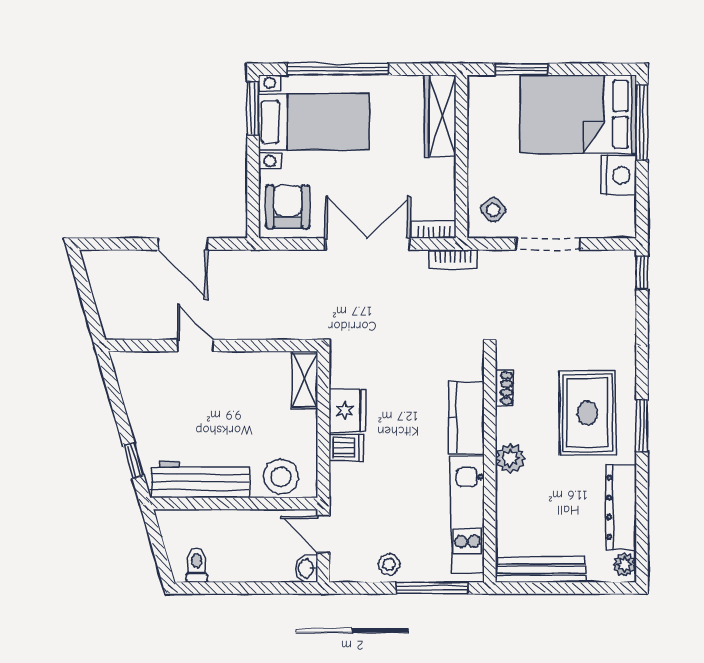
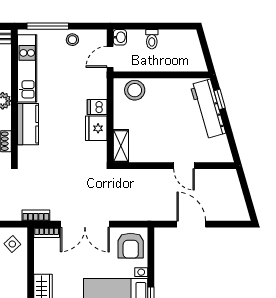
workbench: (200, 479) -> (208, 109), moved, turned 74
door: (323, 534) -> (110, 57), swing flipped
toilet: (197, 565) -> (152, 39), moved

